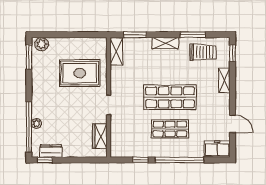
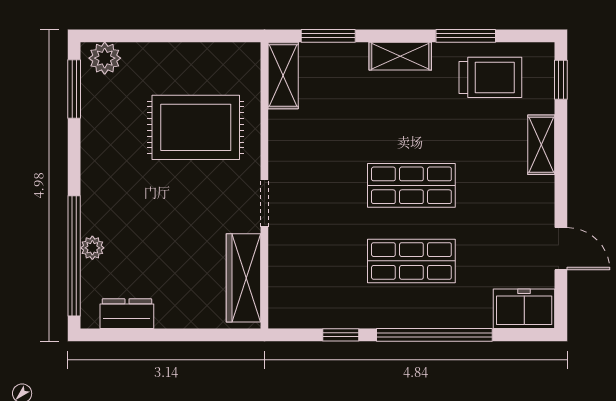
shop shelf: (170, 97) -> (411, 185), width x0.70, depth x0.74
wardrobe: (100, 136) -> (244, 278), width x1.50
window: (45, 160) -> (112, 335), removed

